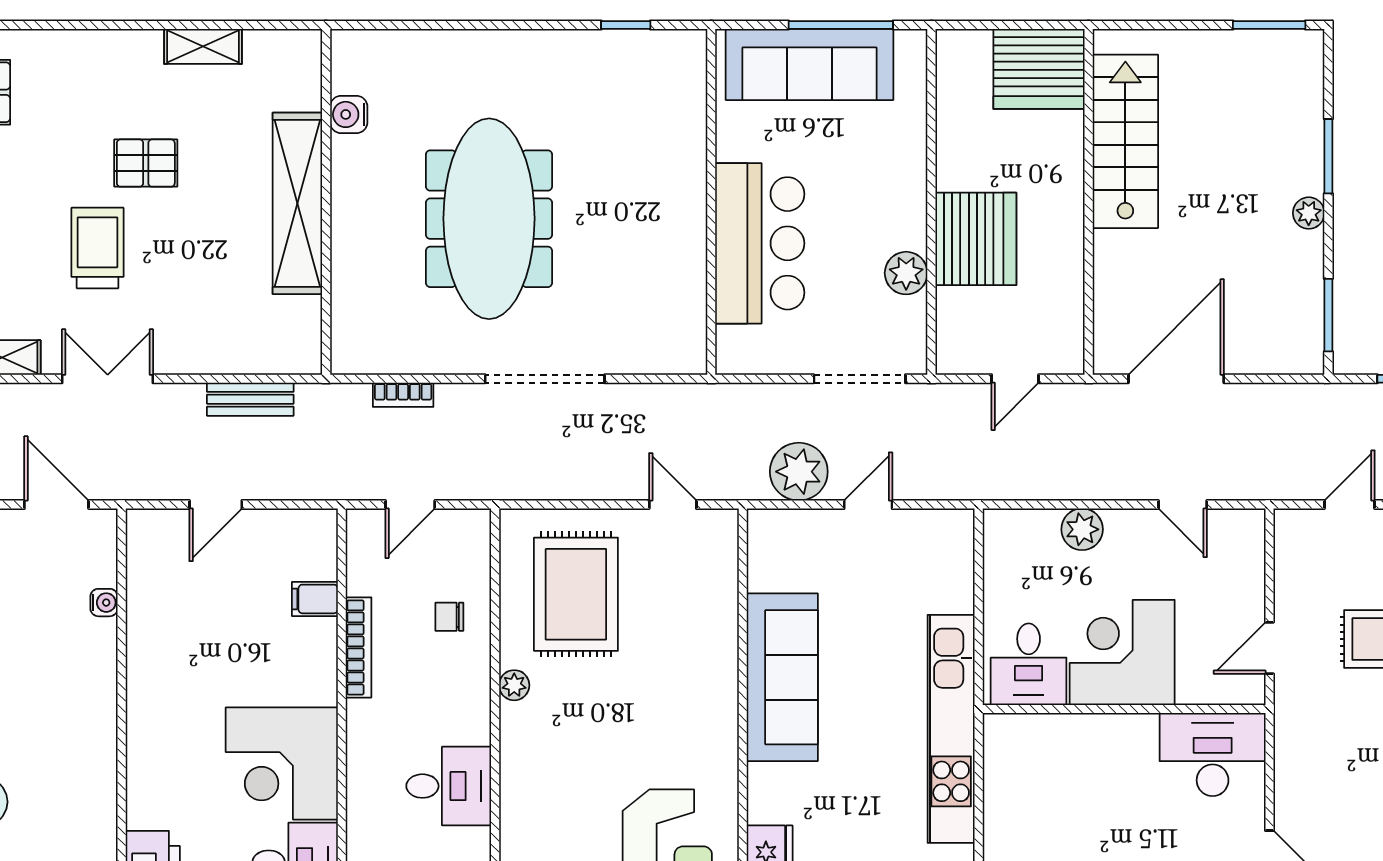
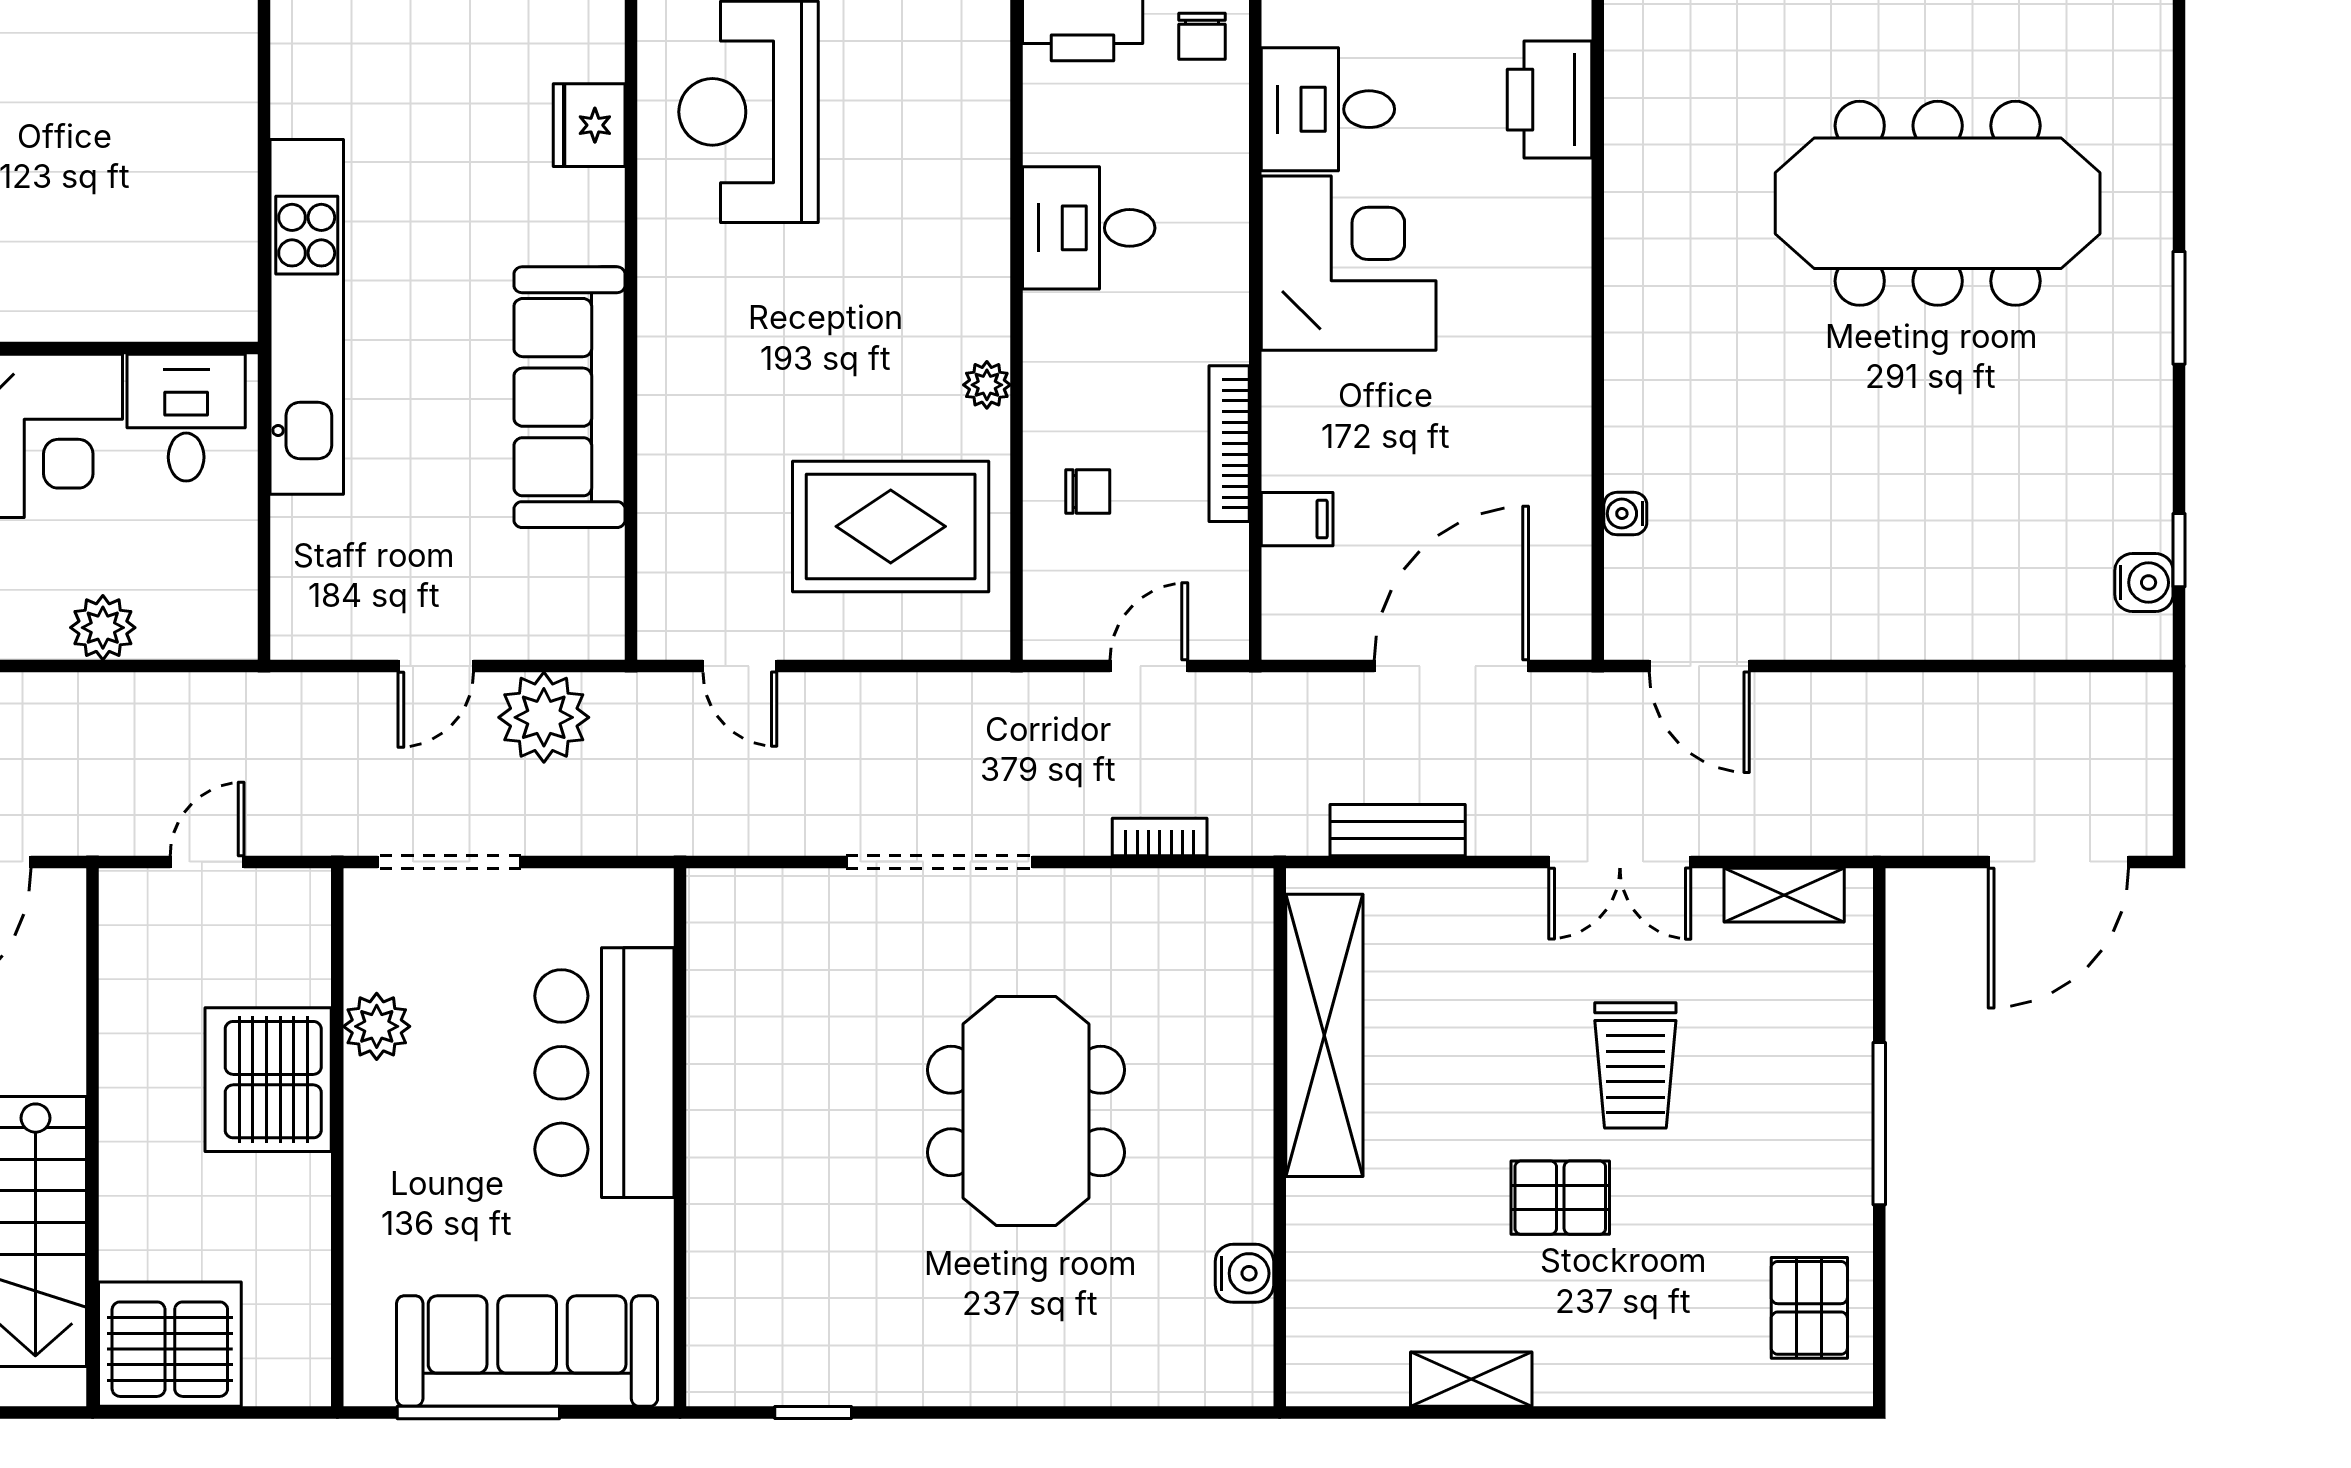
shelving: (297, 203) -> (1324, 1035), moved
meeting table: (489, 219) -> (1026, 1111), width x0.73
door: (216, 505) -> (1451, 666), width x1.87
rug: (576, 594) -> (891, 526), turned 90

